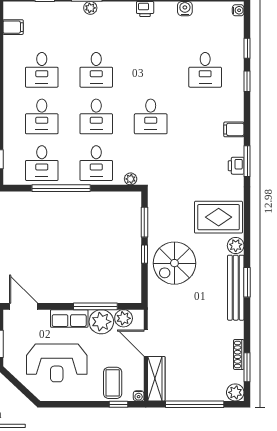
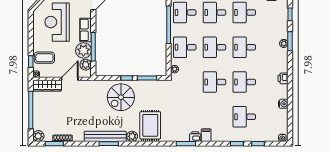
desk: (151, 70) -> (244, 82), added
printer: (236, 166) -> (195, 137), moved
spiral stairs: (174, 263) -> (121, 97), turned -90

